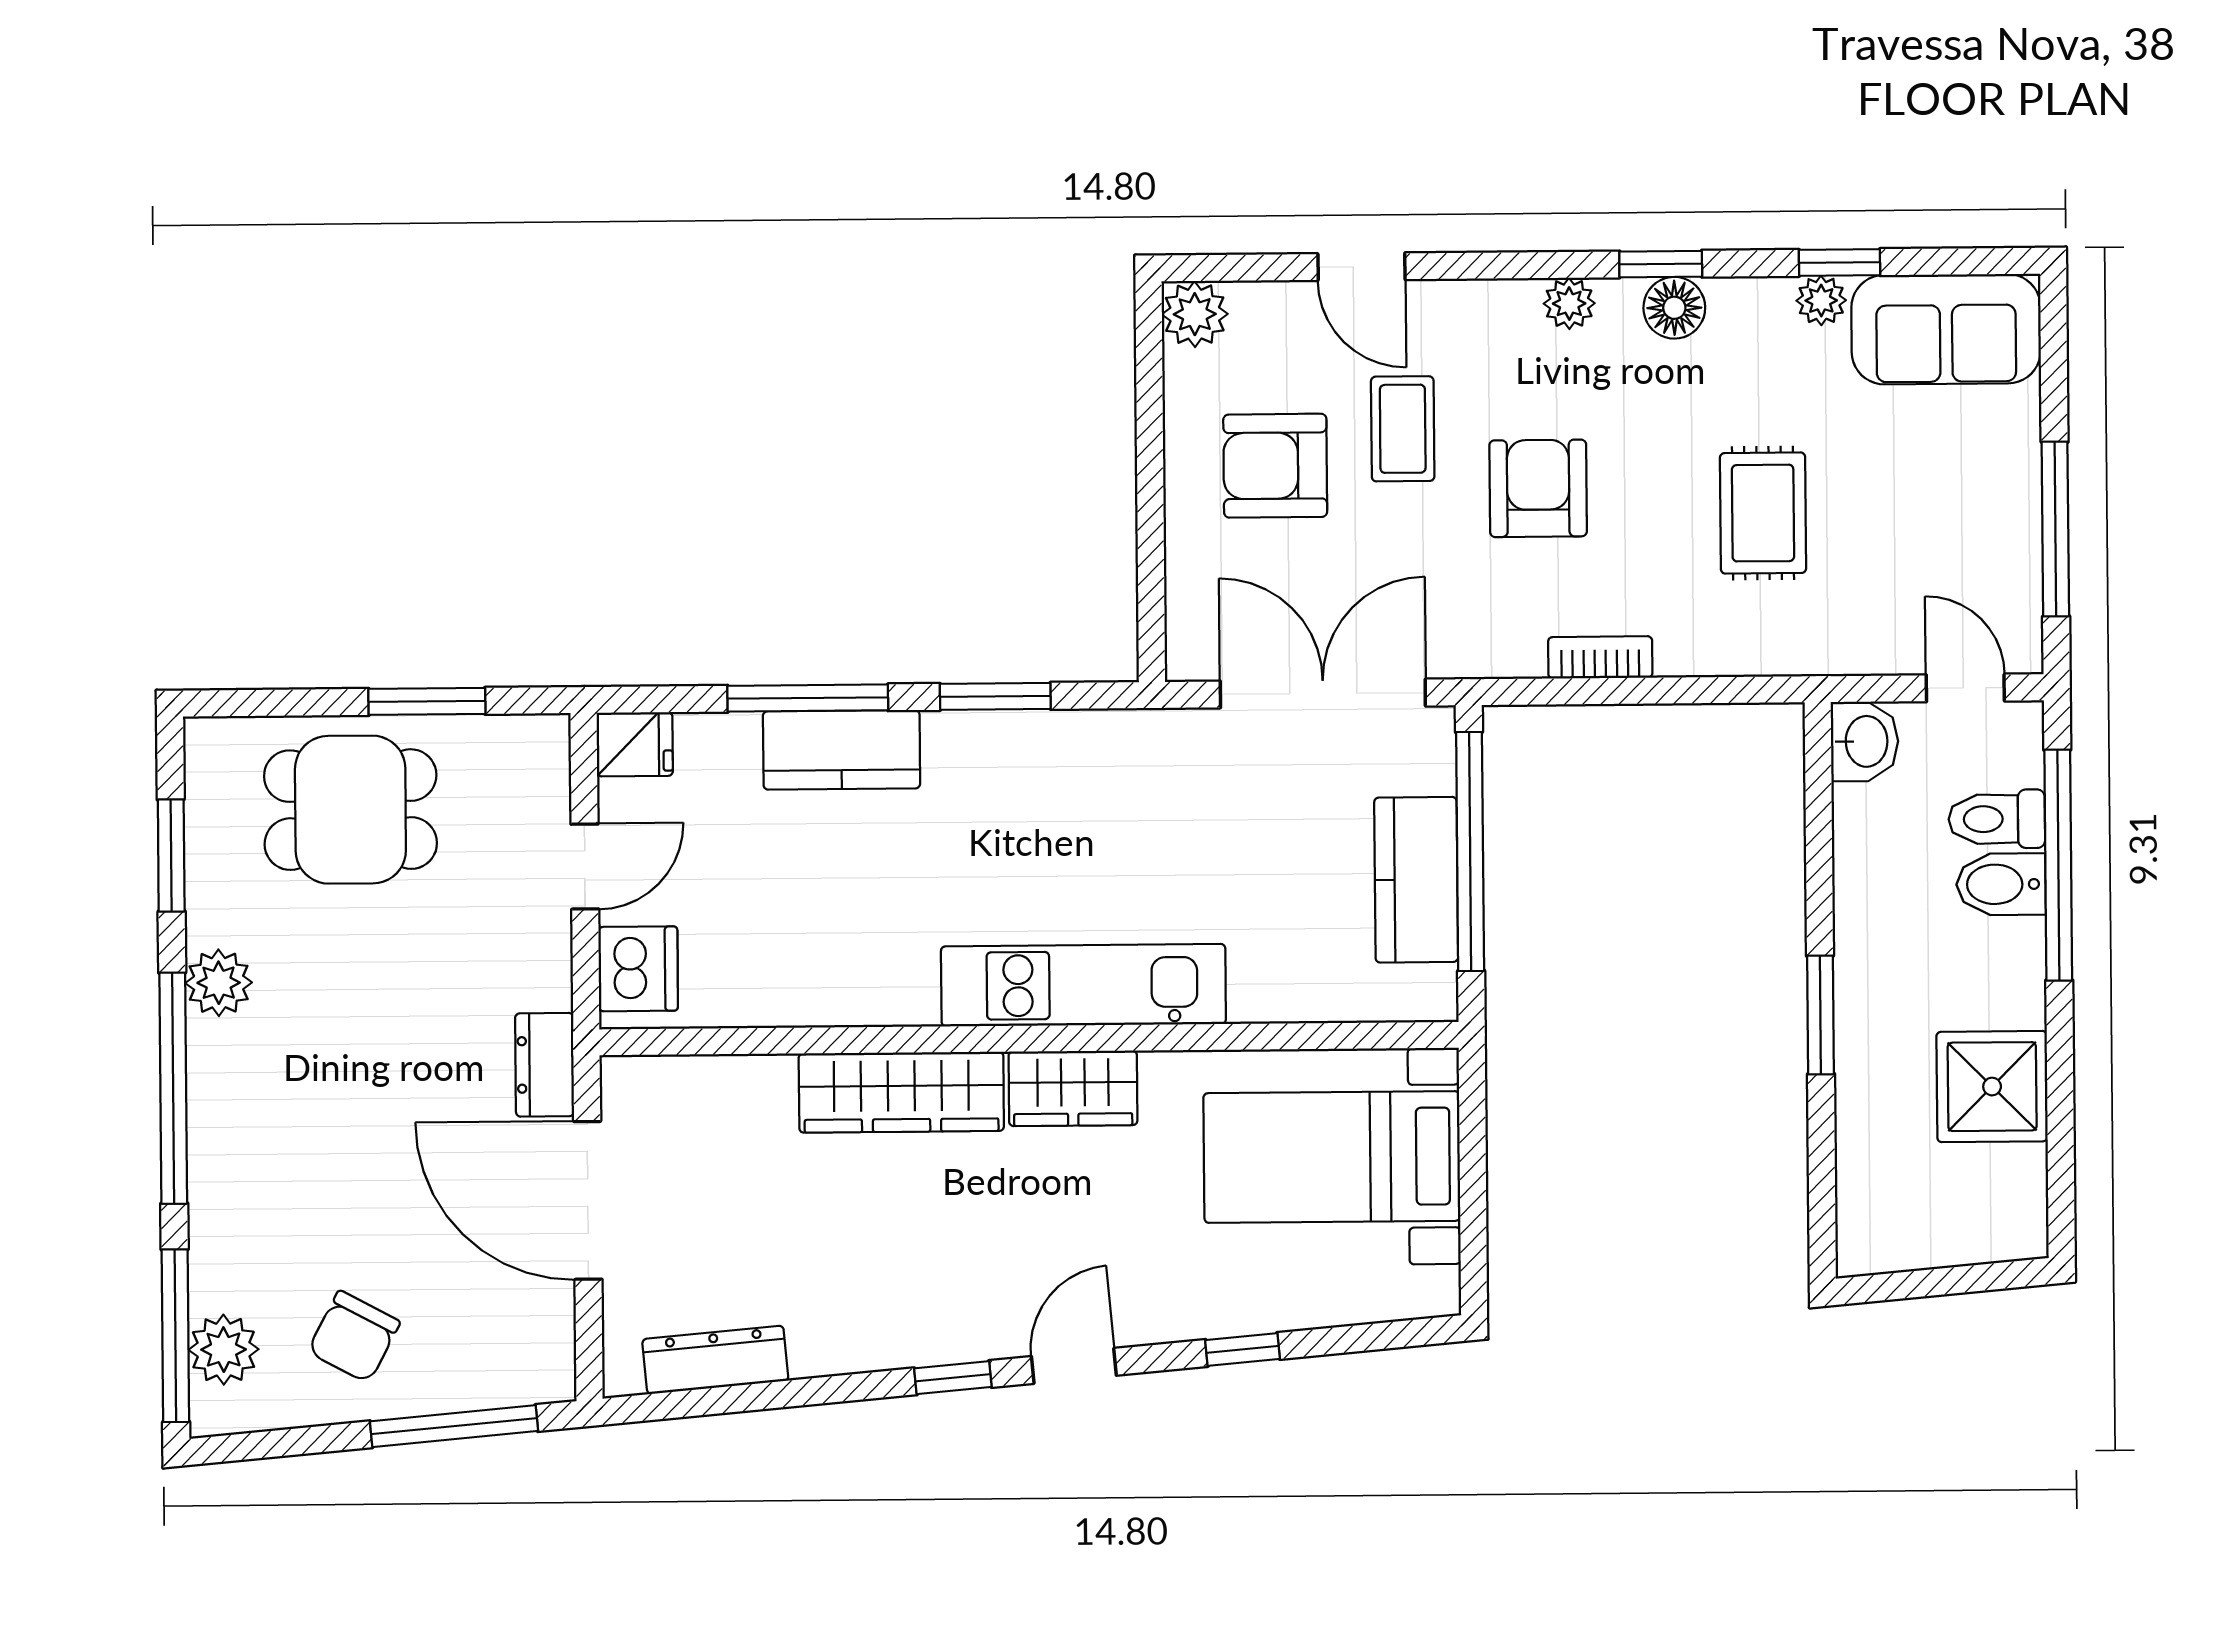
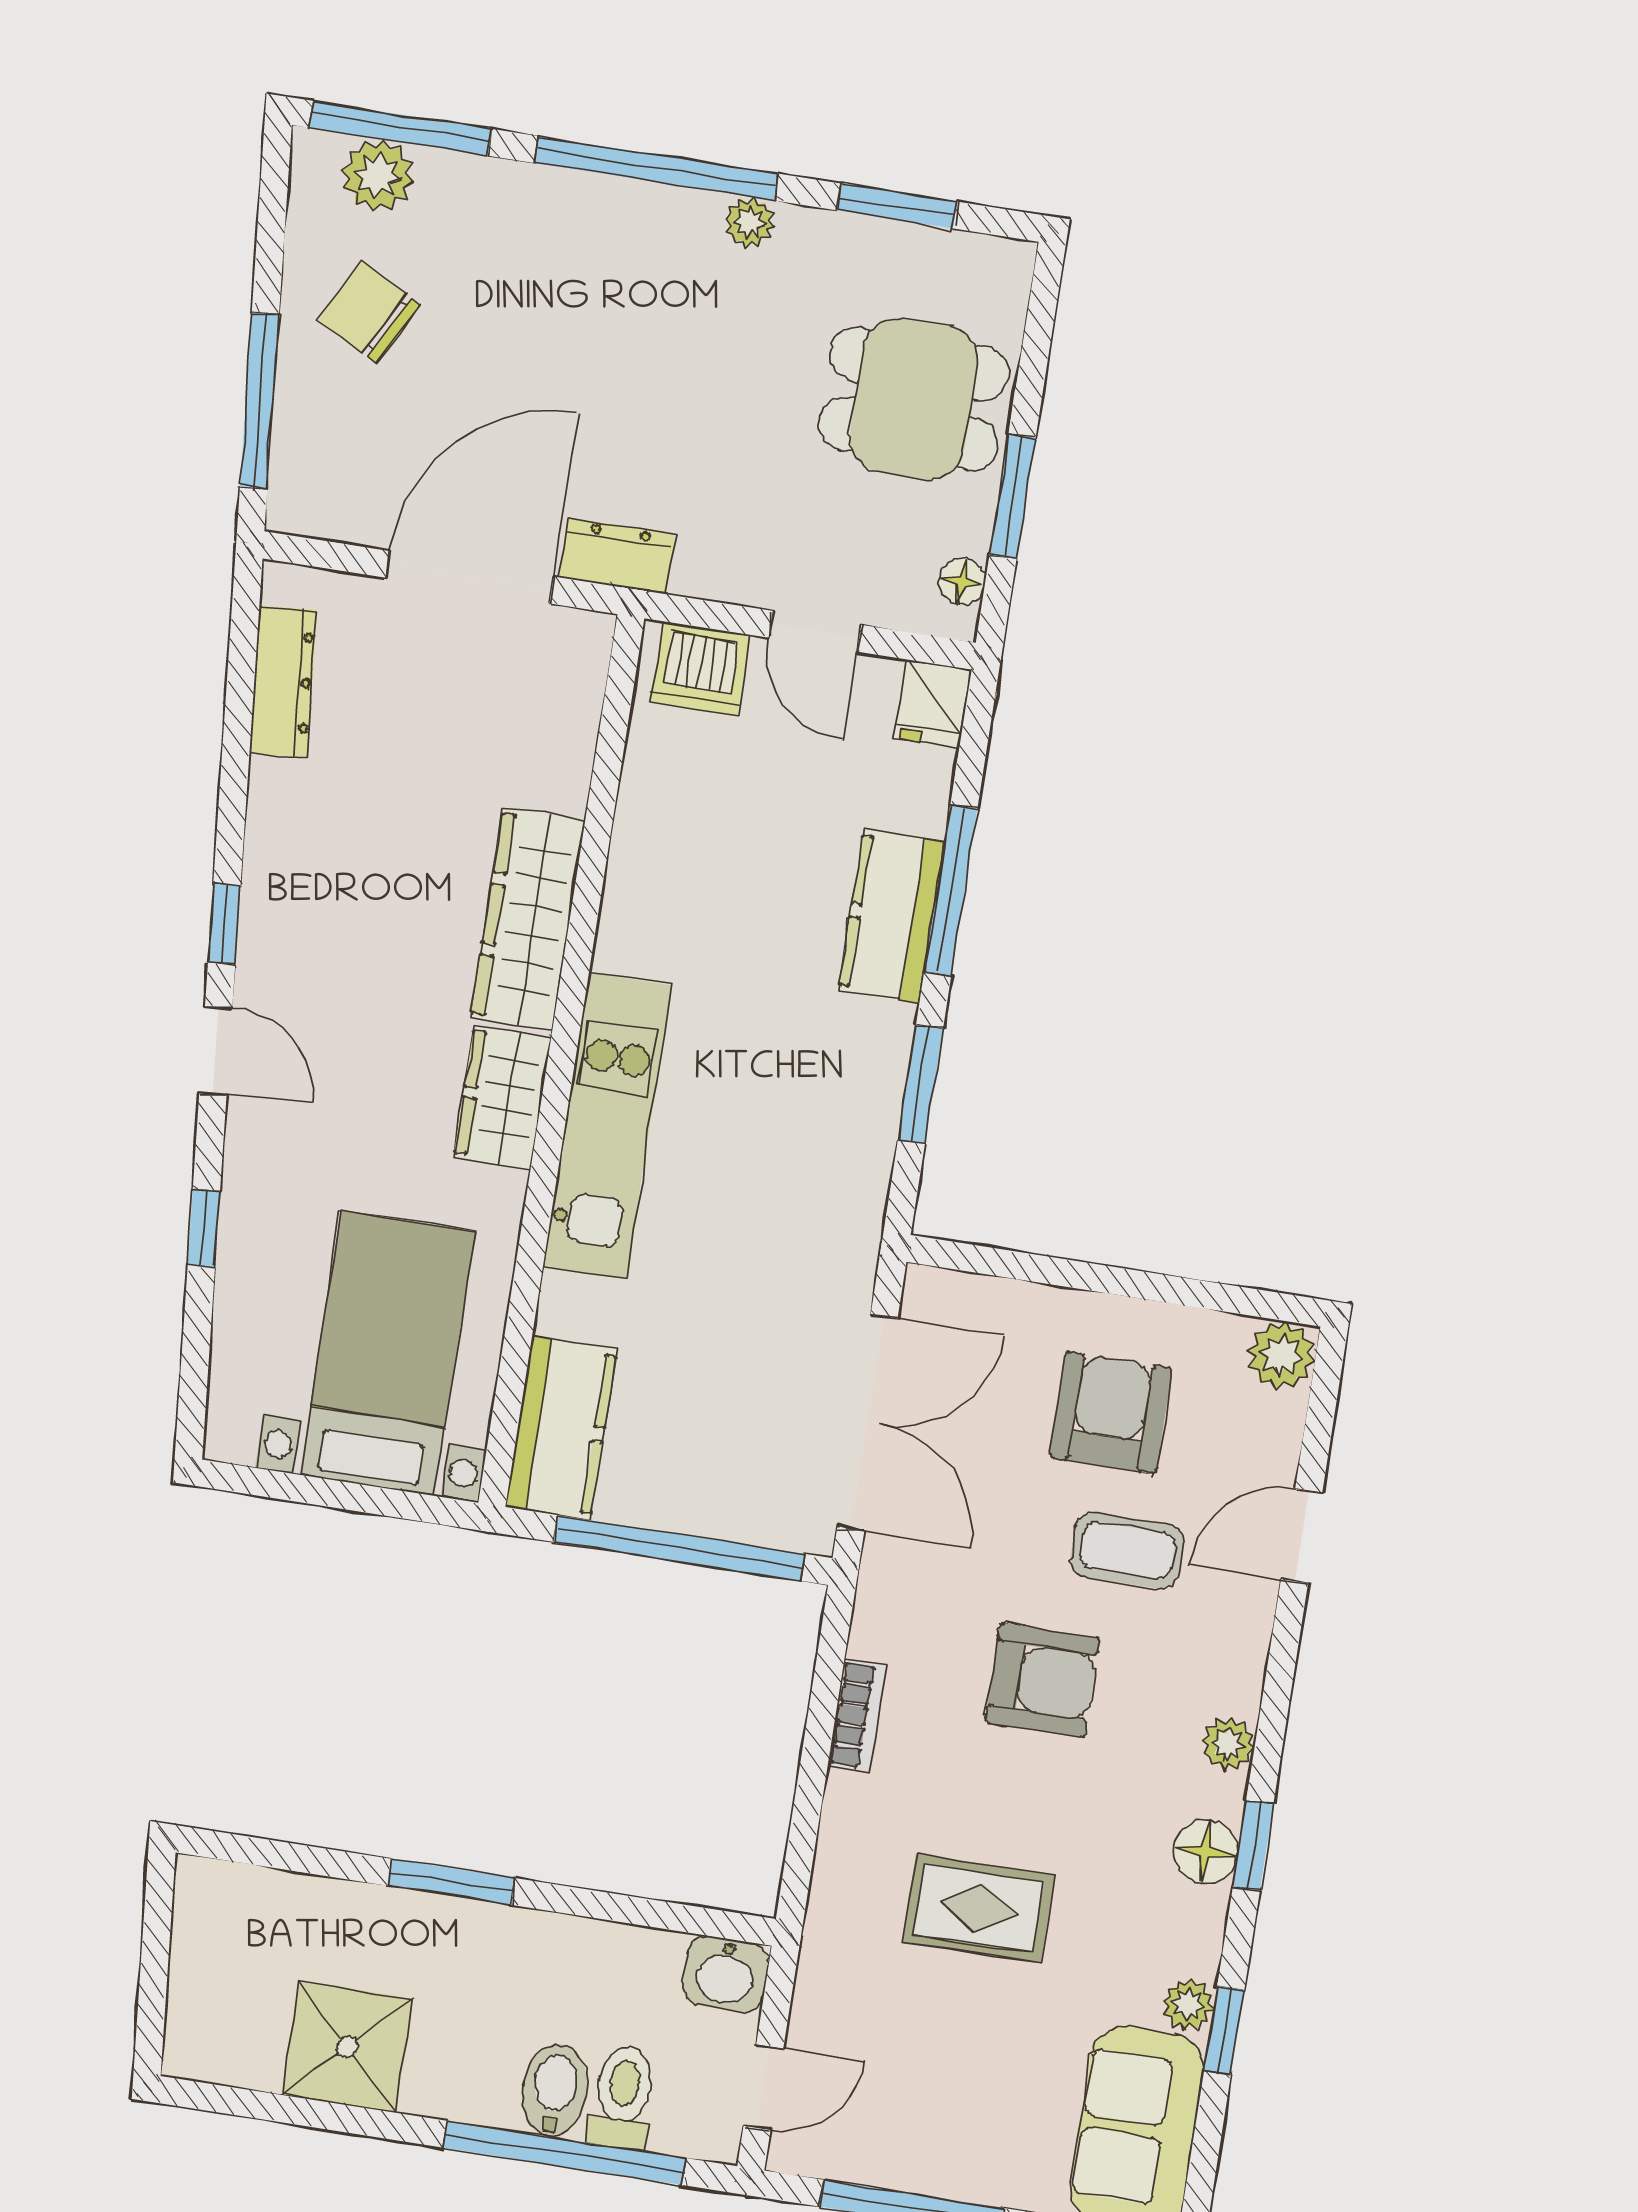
floor lamp: (515, 736) -> (962, 582), added
dining table: (350, 810) -> (914, 399), turned 90
kitchen counter: (1416, 880) -> (561, 1428), moved, turned 90
plant: (219, 983) -> (750, 222), width x0.73, depth x0.73

